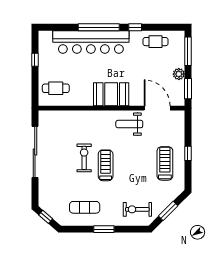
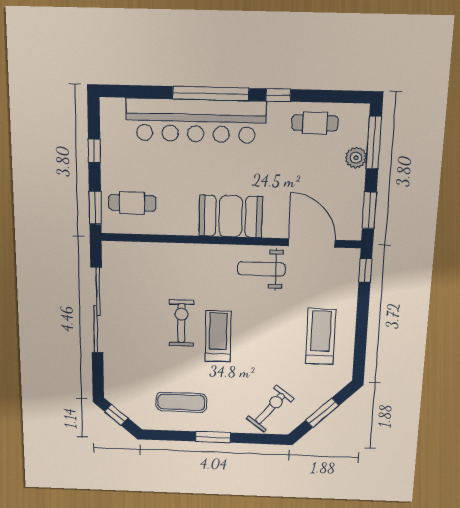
plant: (179, 74) -> (356, 158), moved
window: (35, 92) -> (95, 208), added
window: (188, 153) -> (365, 270), moved
exercise bike: (137, 209) -> (270, 409), turned 128

